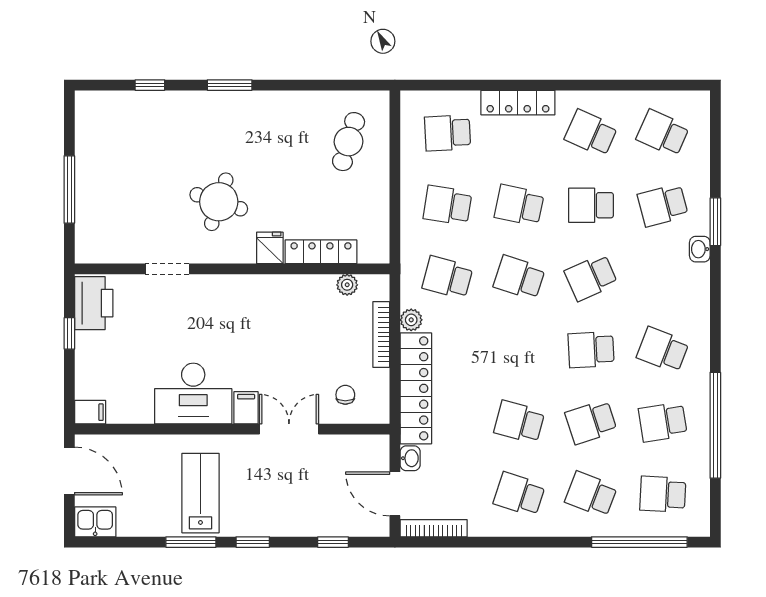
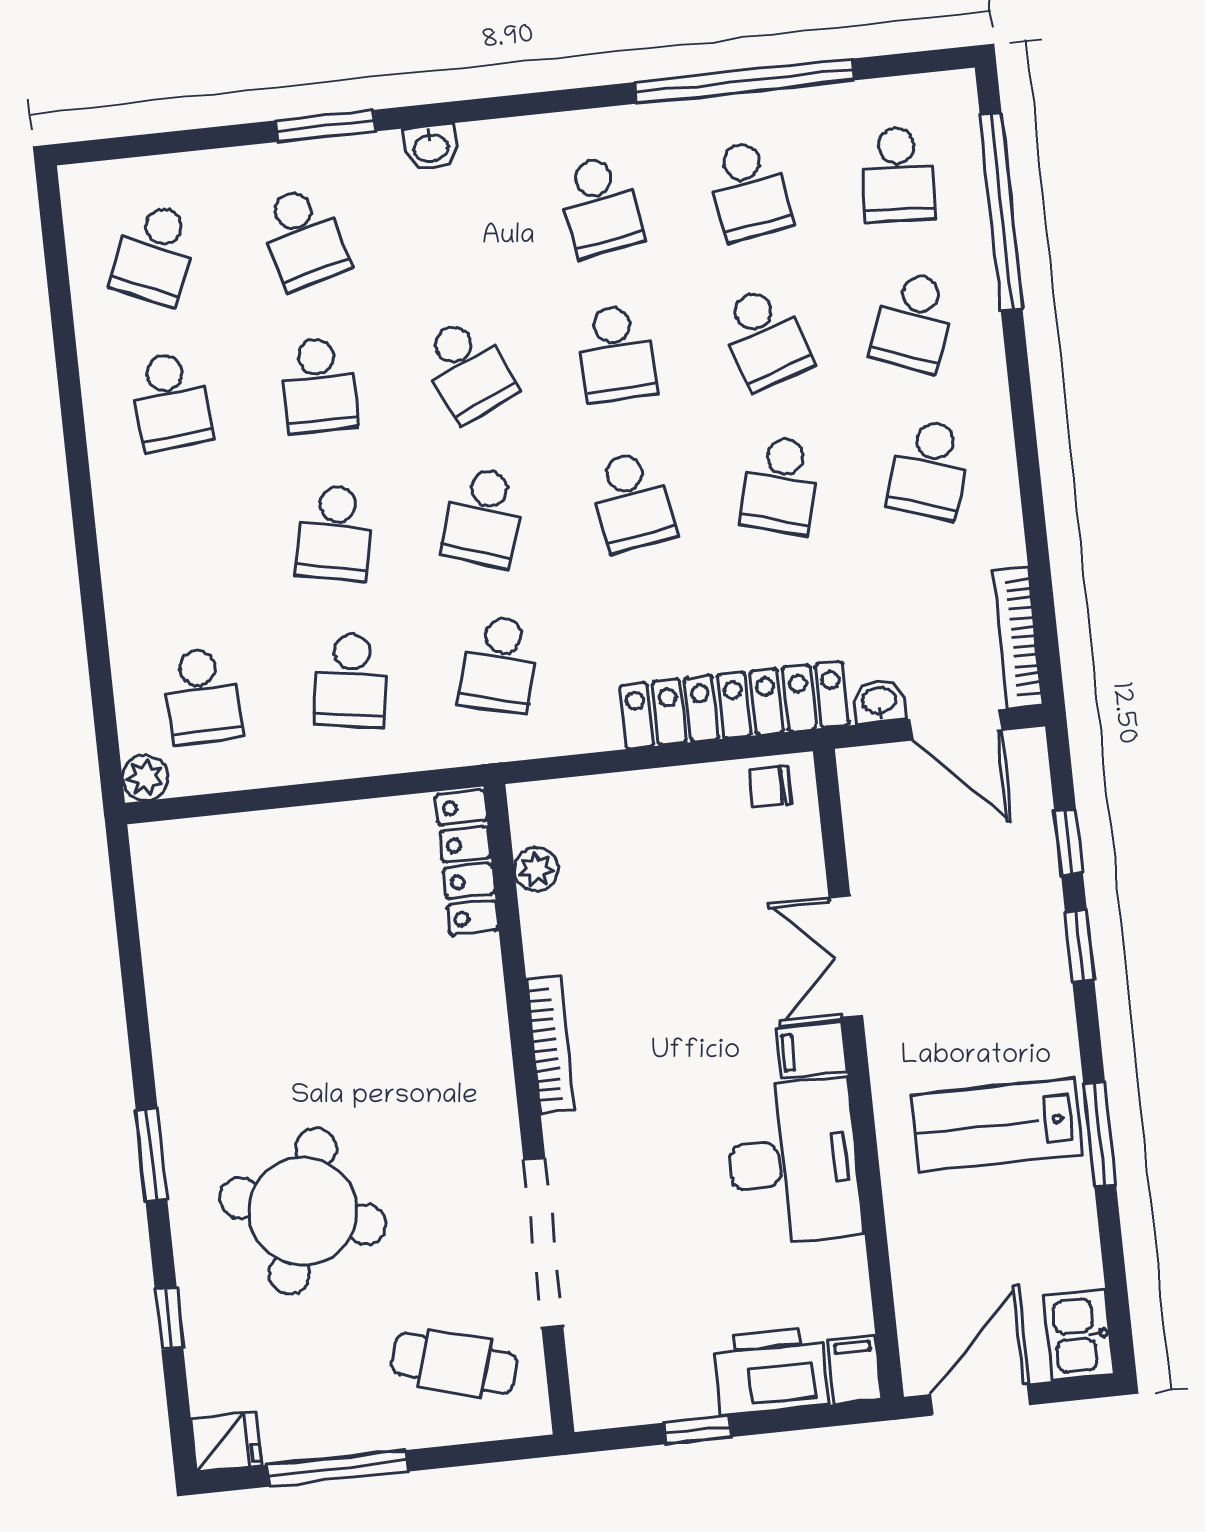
locker: (518, 103) -> (124, 558), removed
school desk: (591, 133) -> (170, 401), turned -30
cafe table: (349, 142) -> (454, 1363), moved
window: (69, 189) -> (338, 1468), moved
round table: (219, 202) -> (303, 1211), moved, width x1.36, depth x1.36
fridge: (270, 248) -> (226, 1442), moved, turned 180
washbasin: (700, 249) -> (431, 147), moved
locker: (321, 252) -> (467, 863), moved
doorway: (167, 269) -> (543, 1243), width x1.88
printer: (94, 303) -> (771, 1371), moved
plant: (411, 320) -> (145, 778), moved
bookcase: (381, 334) -> (550, 1045), moved, turned -90
school desk: (519, 350) -> (632, 501), added
school desk: (663, 350) -> (600, 206), turned -30
chair: (345, 395) -> (770, 787), moved
door: (395, 494) -> (956, 725), hinge flipped
window: (253, 542) -> (1080, 946), moved

